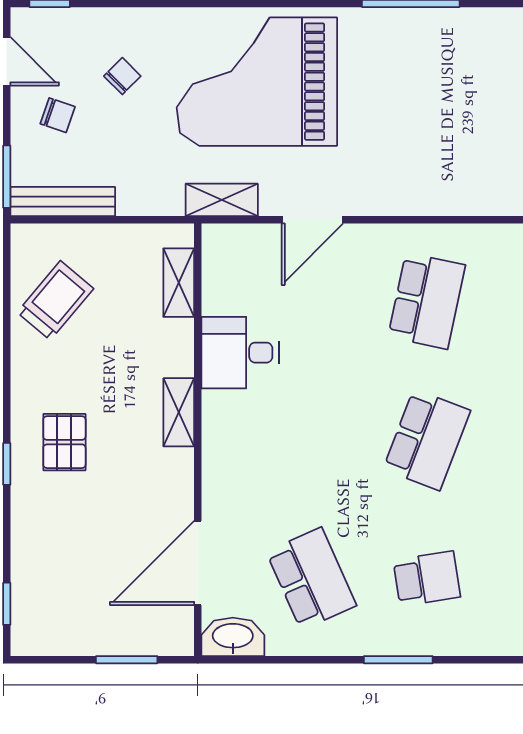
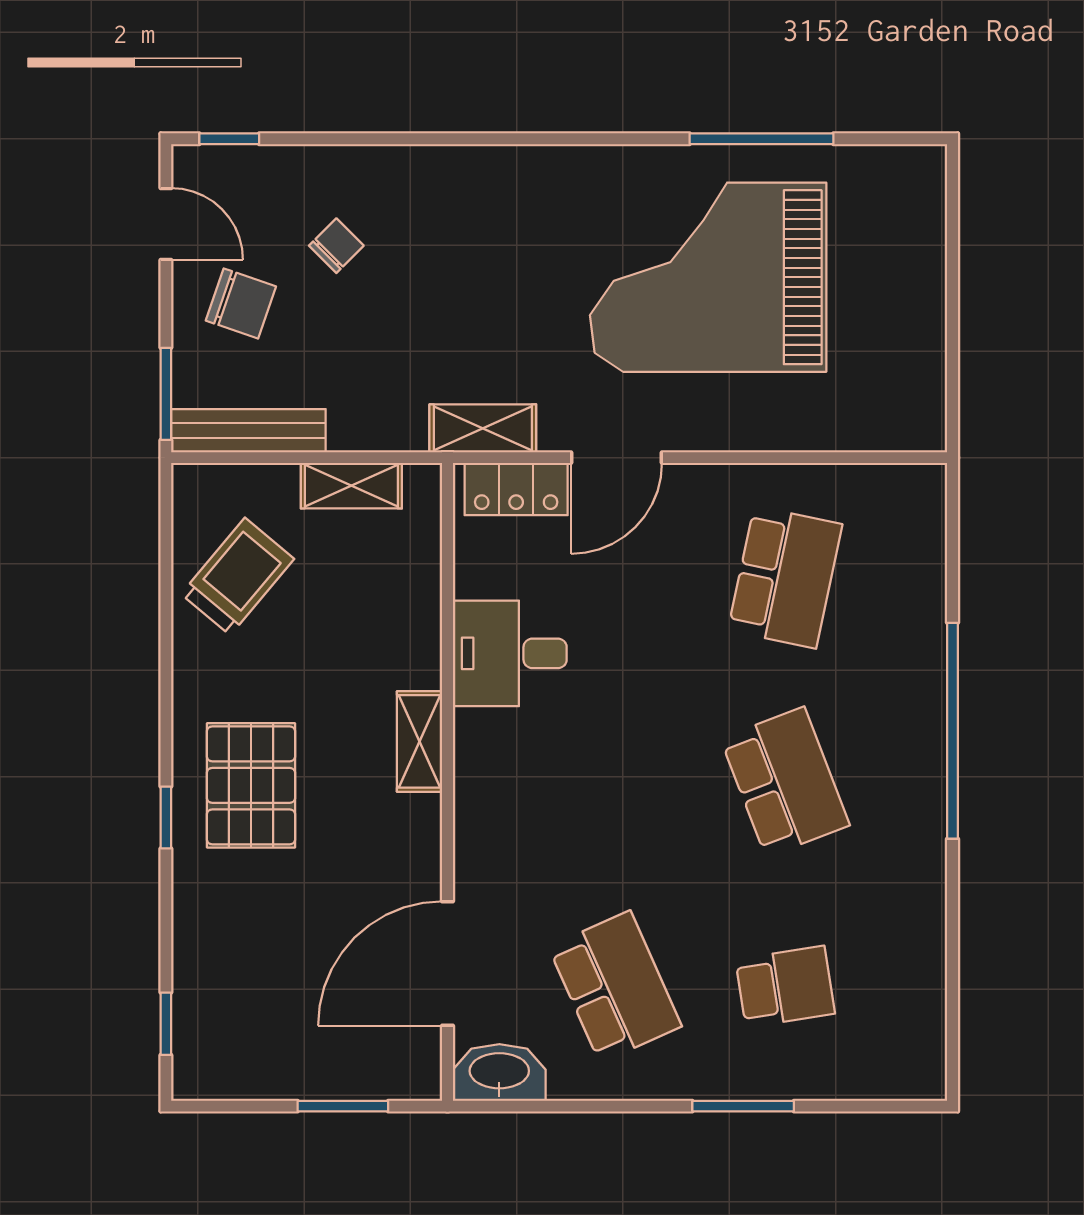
grand piano: (257, 82) -> (708, 277), moved
chair: (58, 115) -> (241, 303), width x1.37, depth x1.37
locker: (244, 241) -> (516, 489), added
shelving: (179, 283) -> (351, 486), moved, turned 90
school desk: (427, 440) -> (785, 782), turned -42
pallet: (64, 442) -> (251, 785), width x1.50, depth x1.42

